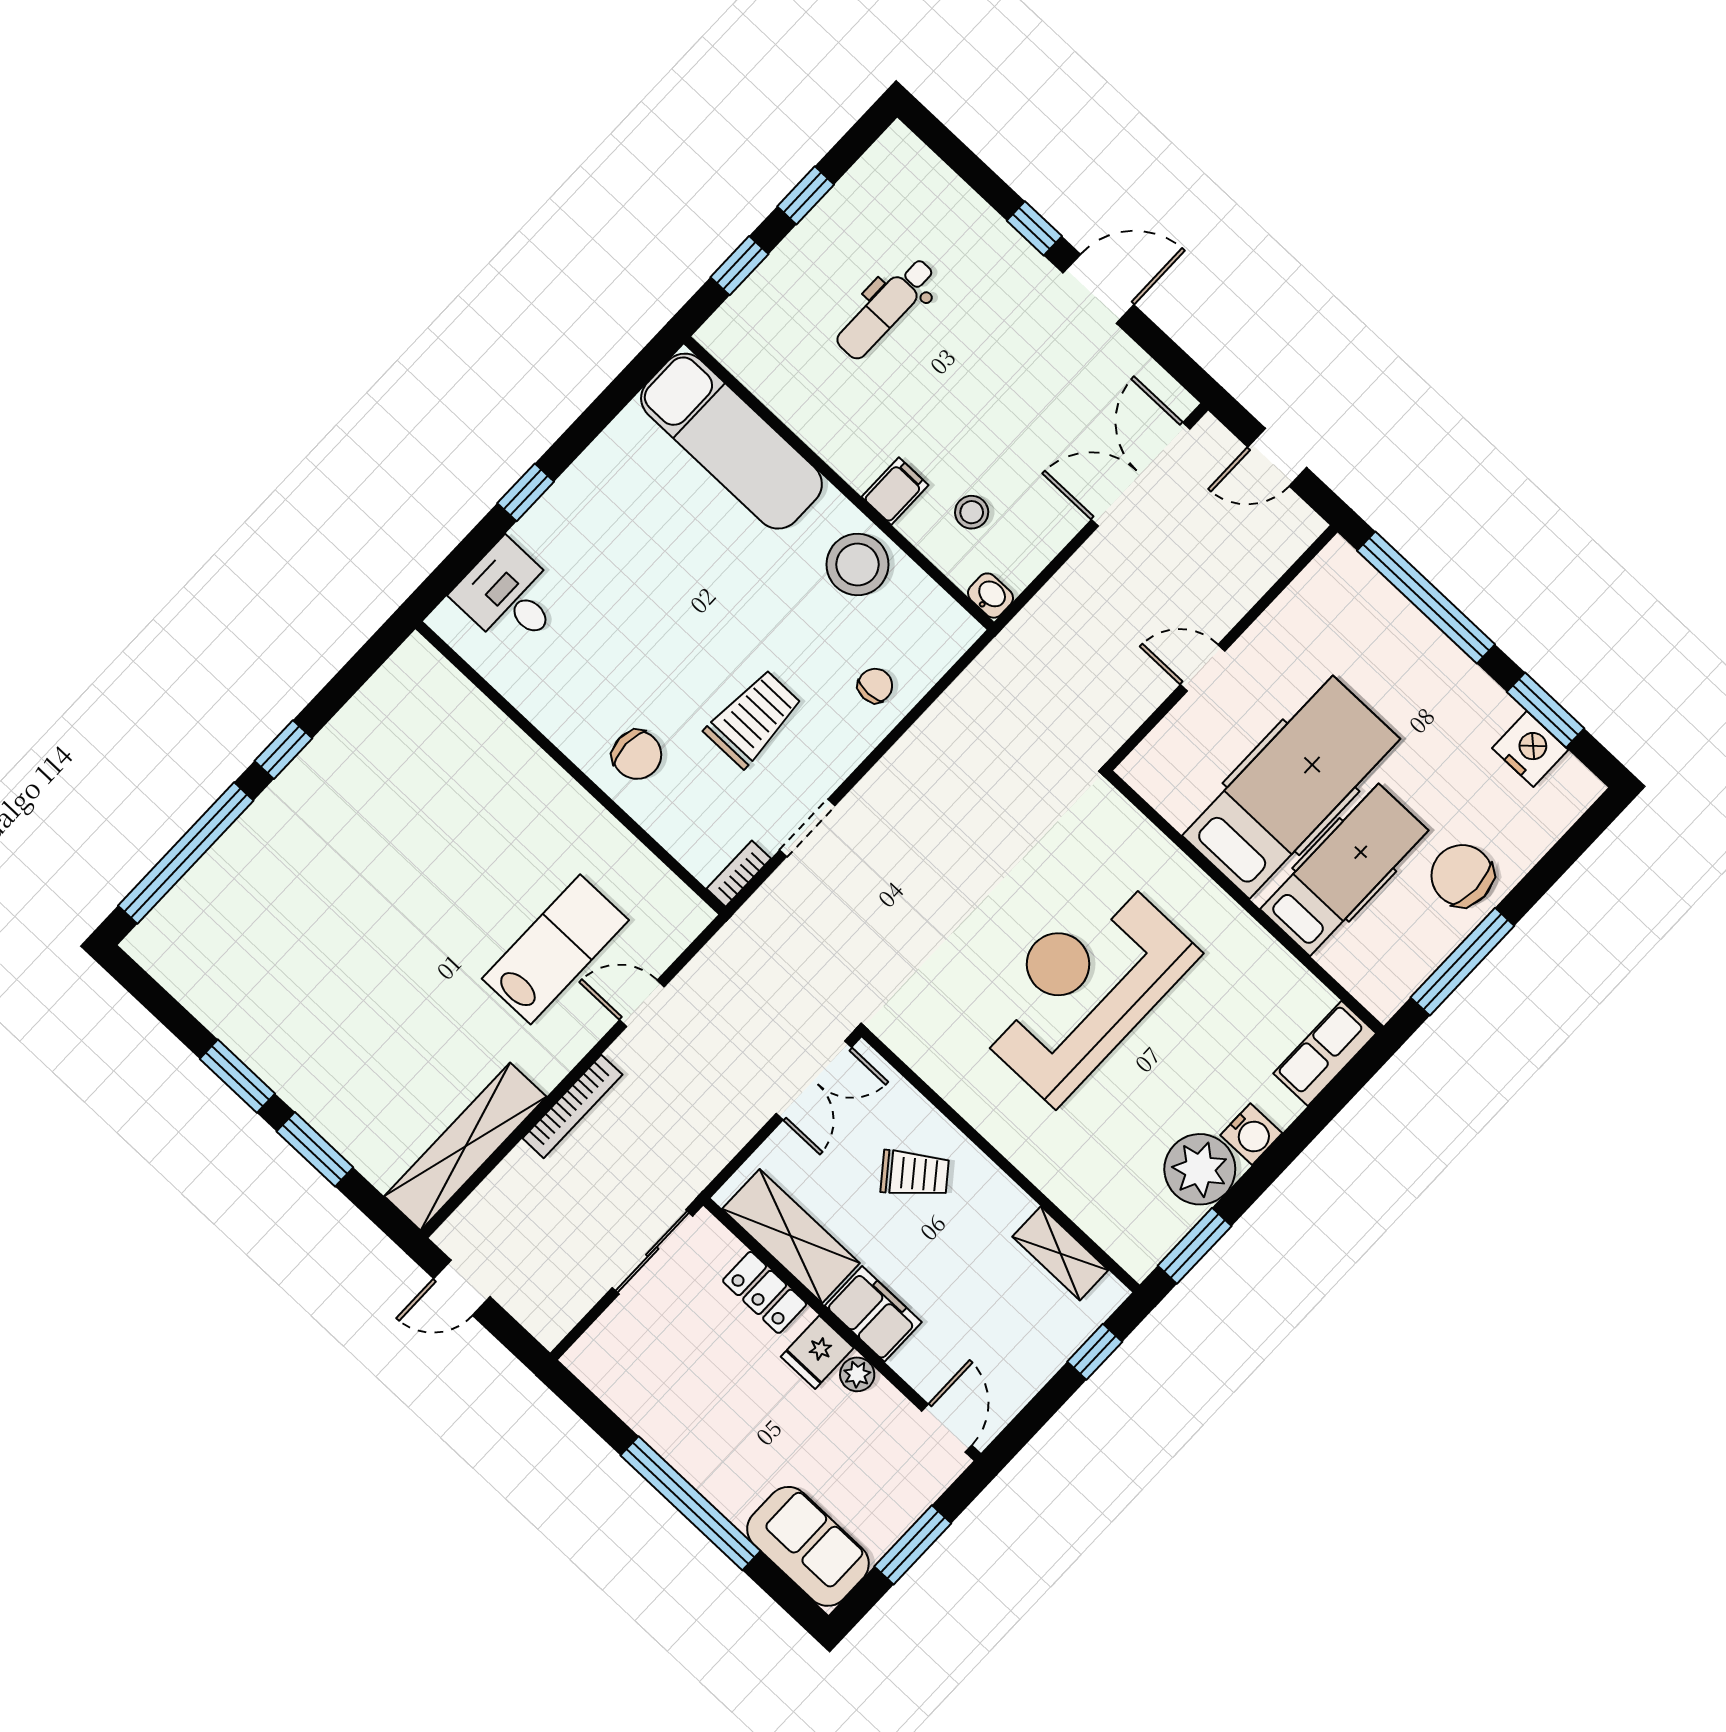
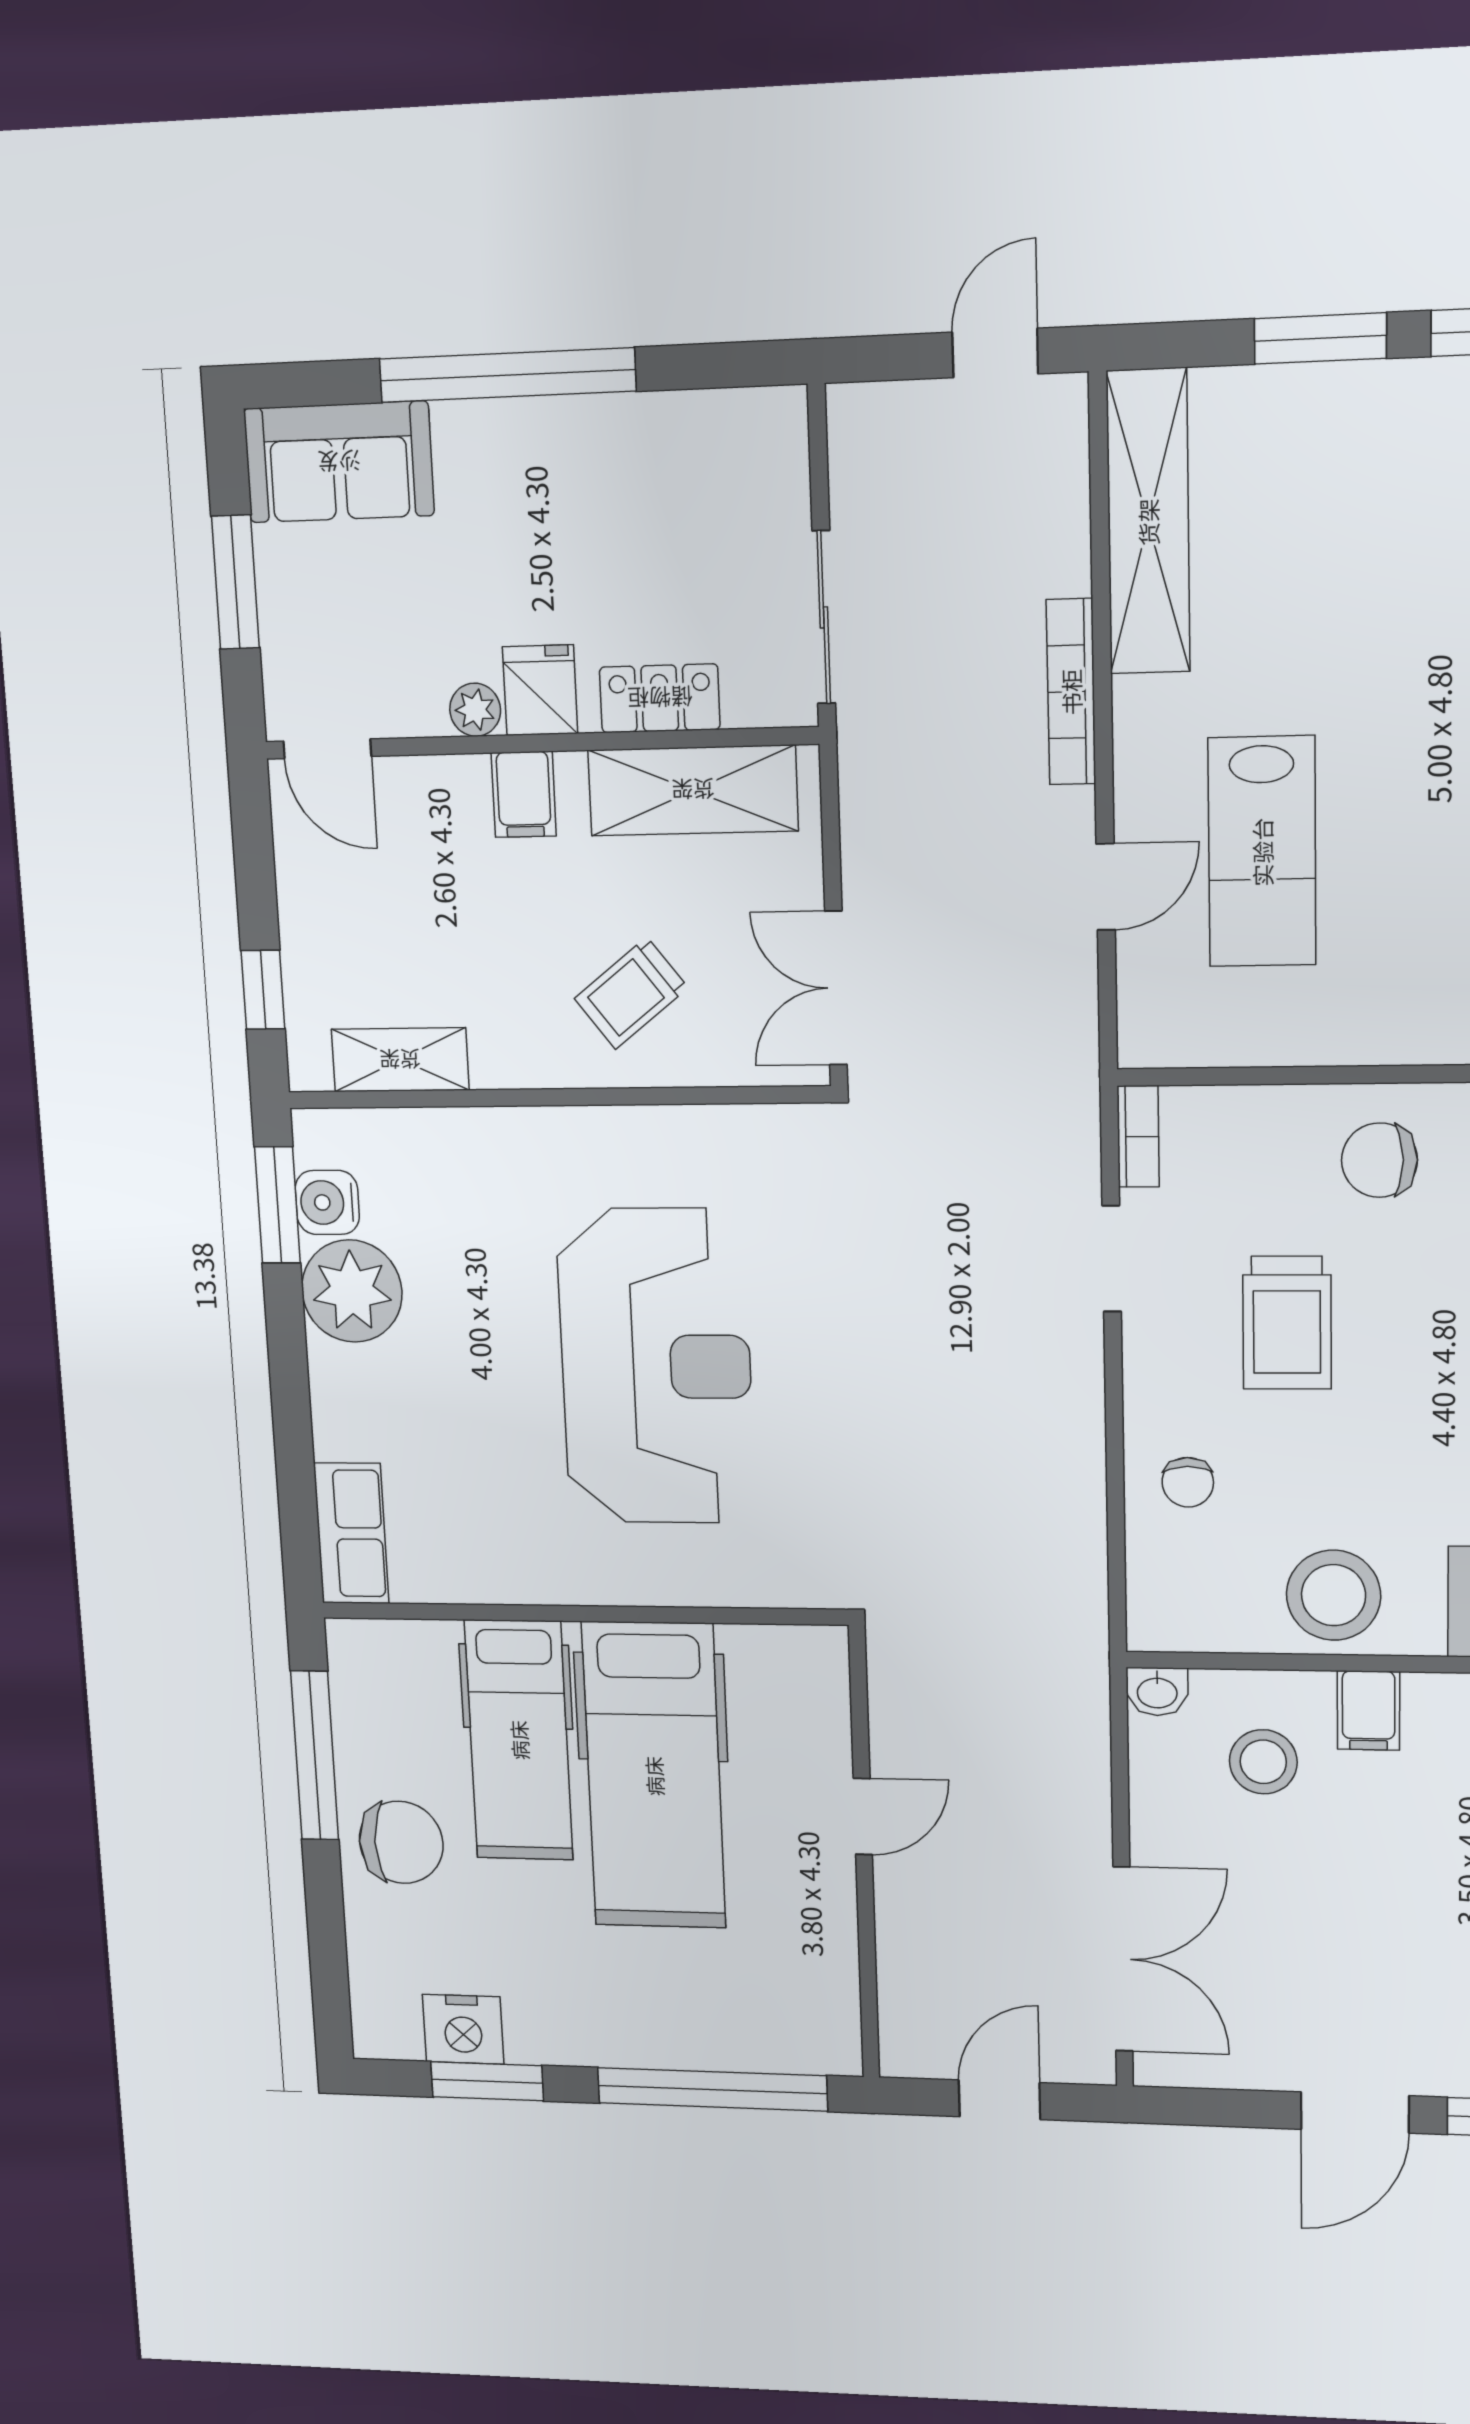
stool: (972, 512) -> (1263, 1762), width x1.37, depth x1.37
water cooler: (1251, 1134) -> (327, 1202), moved
filing cabinet: (873, 1314) -> (524, 794), width x0.50

